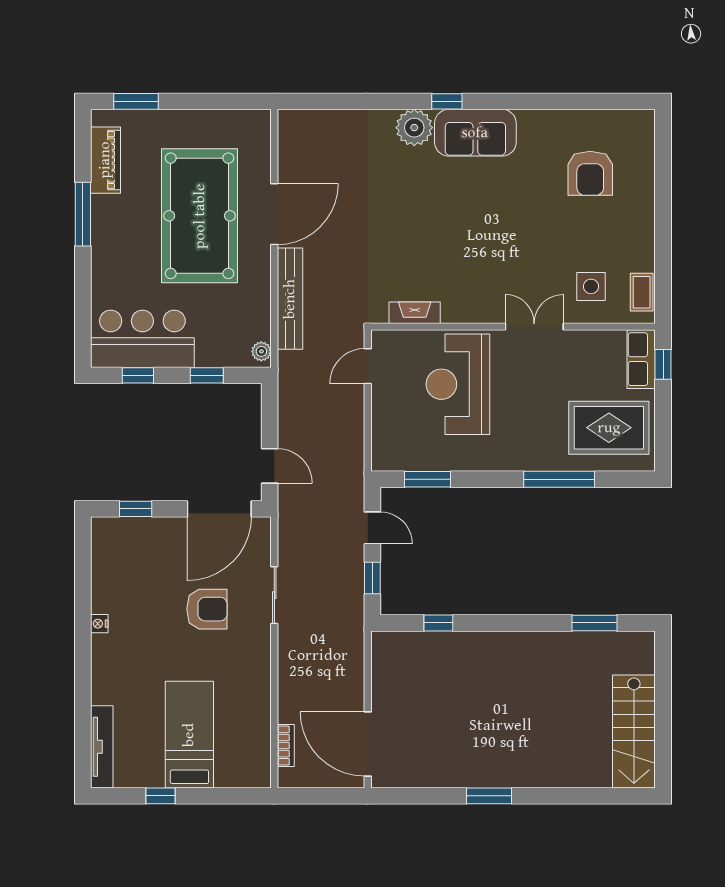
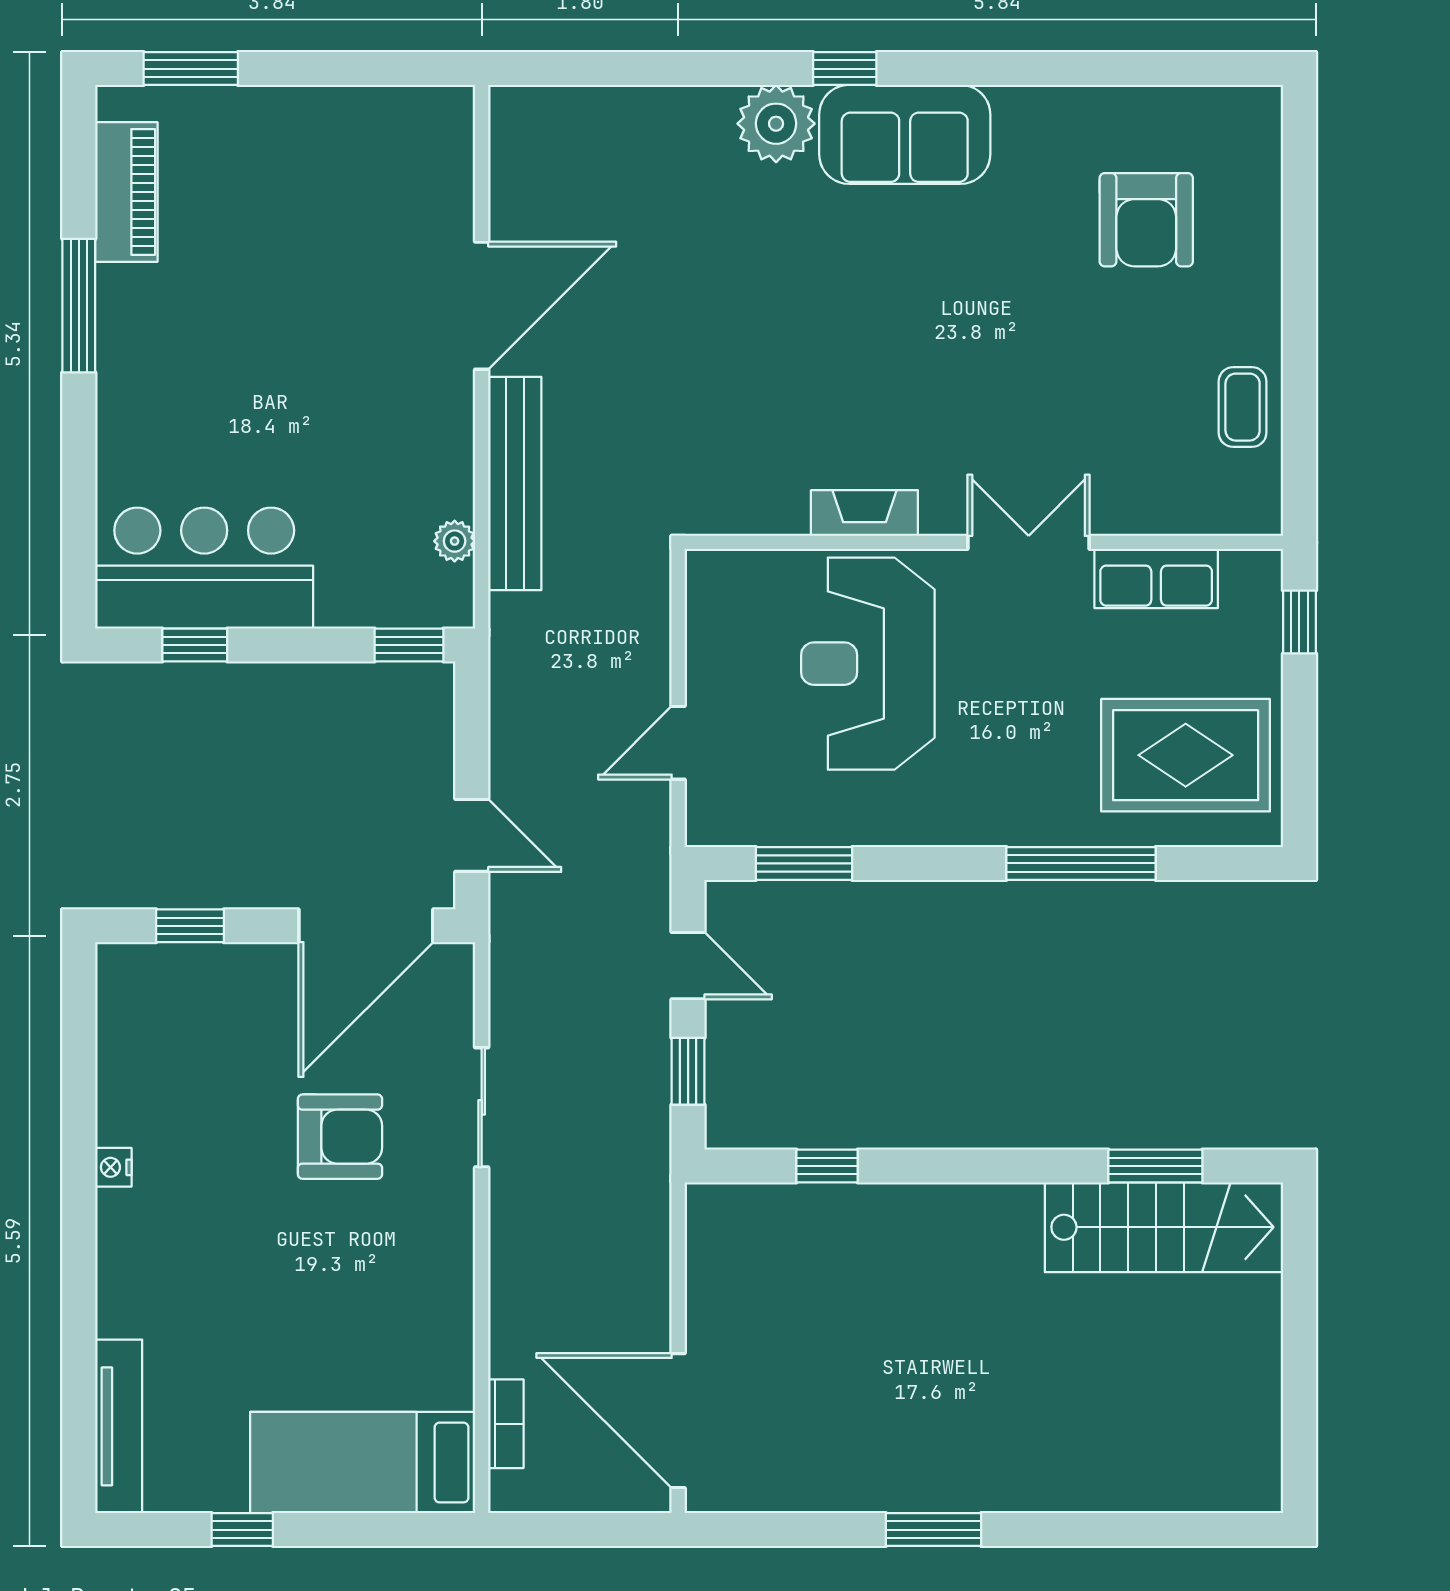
pool table: (200, 216) -> (324, 309), removed
side table: (591, 286) -> (1148, 458), removed
coffee table: (642, 292) -> (1243, 407), moved
fireplace: (415, 313) -> (864, 513), moved
plant: (261, 351) -> (455, 541), moved
row of seats: (641, 359) -> (1156, 579), moved, turned -90
door: (368, 366) -> (678, 743), moved
window: (207, 375) -> (409, 645), moved
stairs: (634, 731) -> (1164, 1227), moved, turned -90
bed: (189, 735) -> (363, 1463), moved, turned -90

